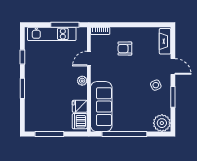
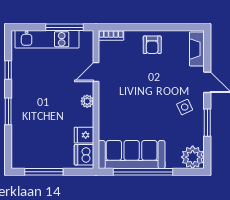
armchair: (125, 49) -> (152, 45), moved, turned -90
sofa: (101, 107) -> (132, 155), moved, turned -90

